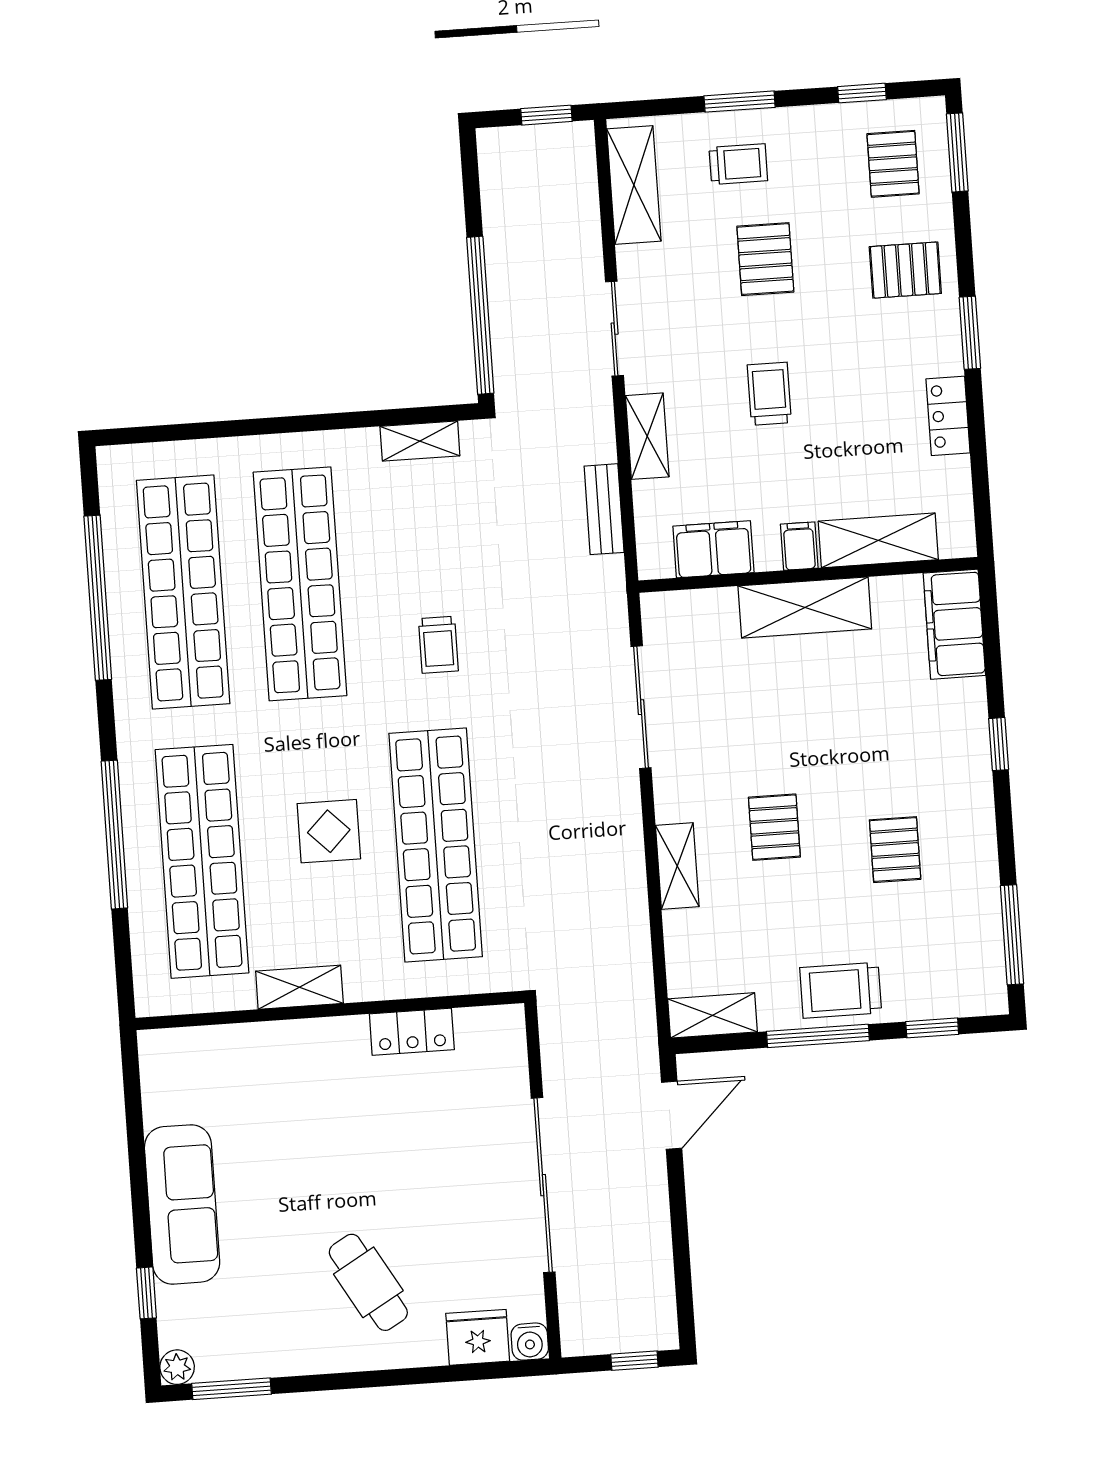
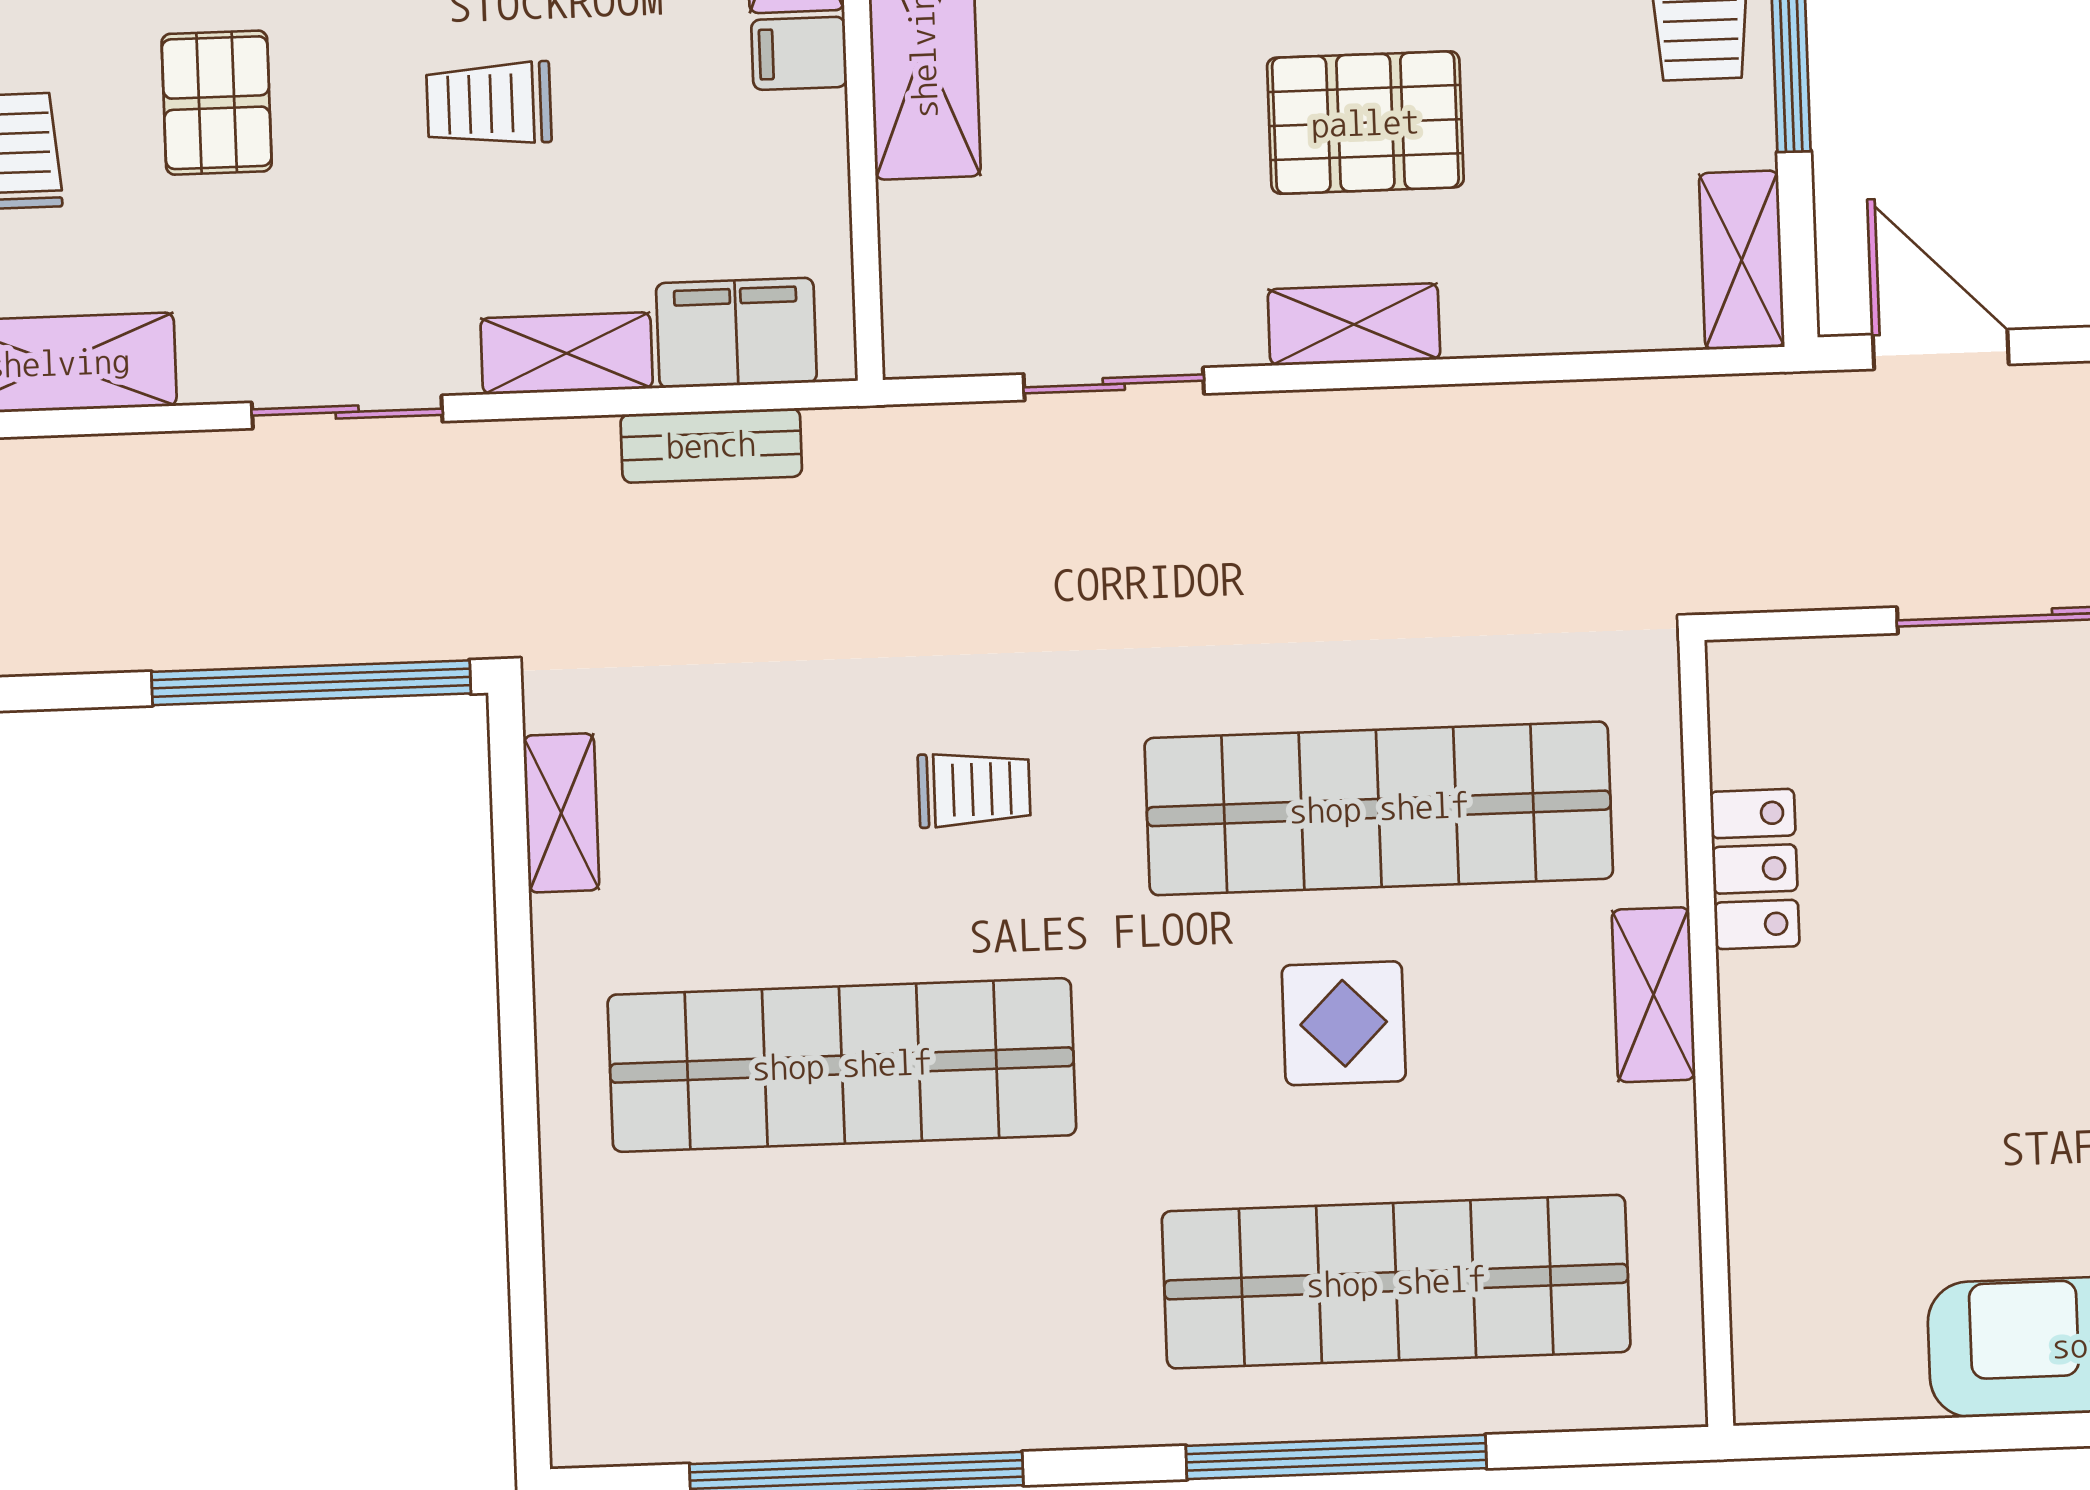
pallet: (765, 259) -> (217, 103), turned 90
filing cabinet: (713, 549) -> (736, 333), moved, turned 90
shop shelf: (183, 592) -> (851, 1302), removed
sliding door: (641, 707) -> (1114, 384), width x0.73
pallet: (774, 827) -> (1365, 123), width x1.50, depth x1.42
shelving: (677, 866) -> (1354, 324), moved
shelving: (299, 987) -> (1654, 995), moved

